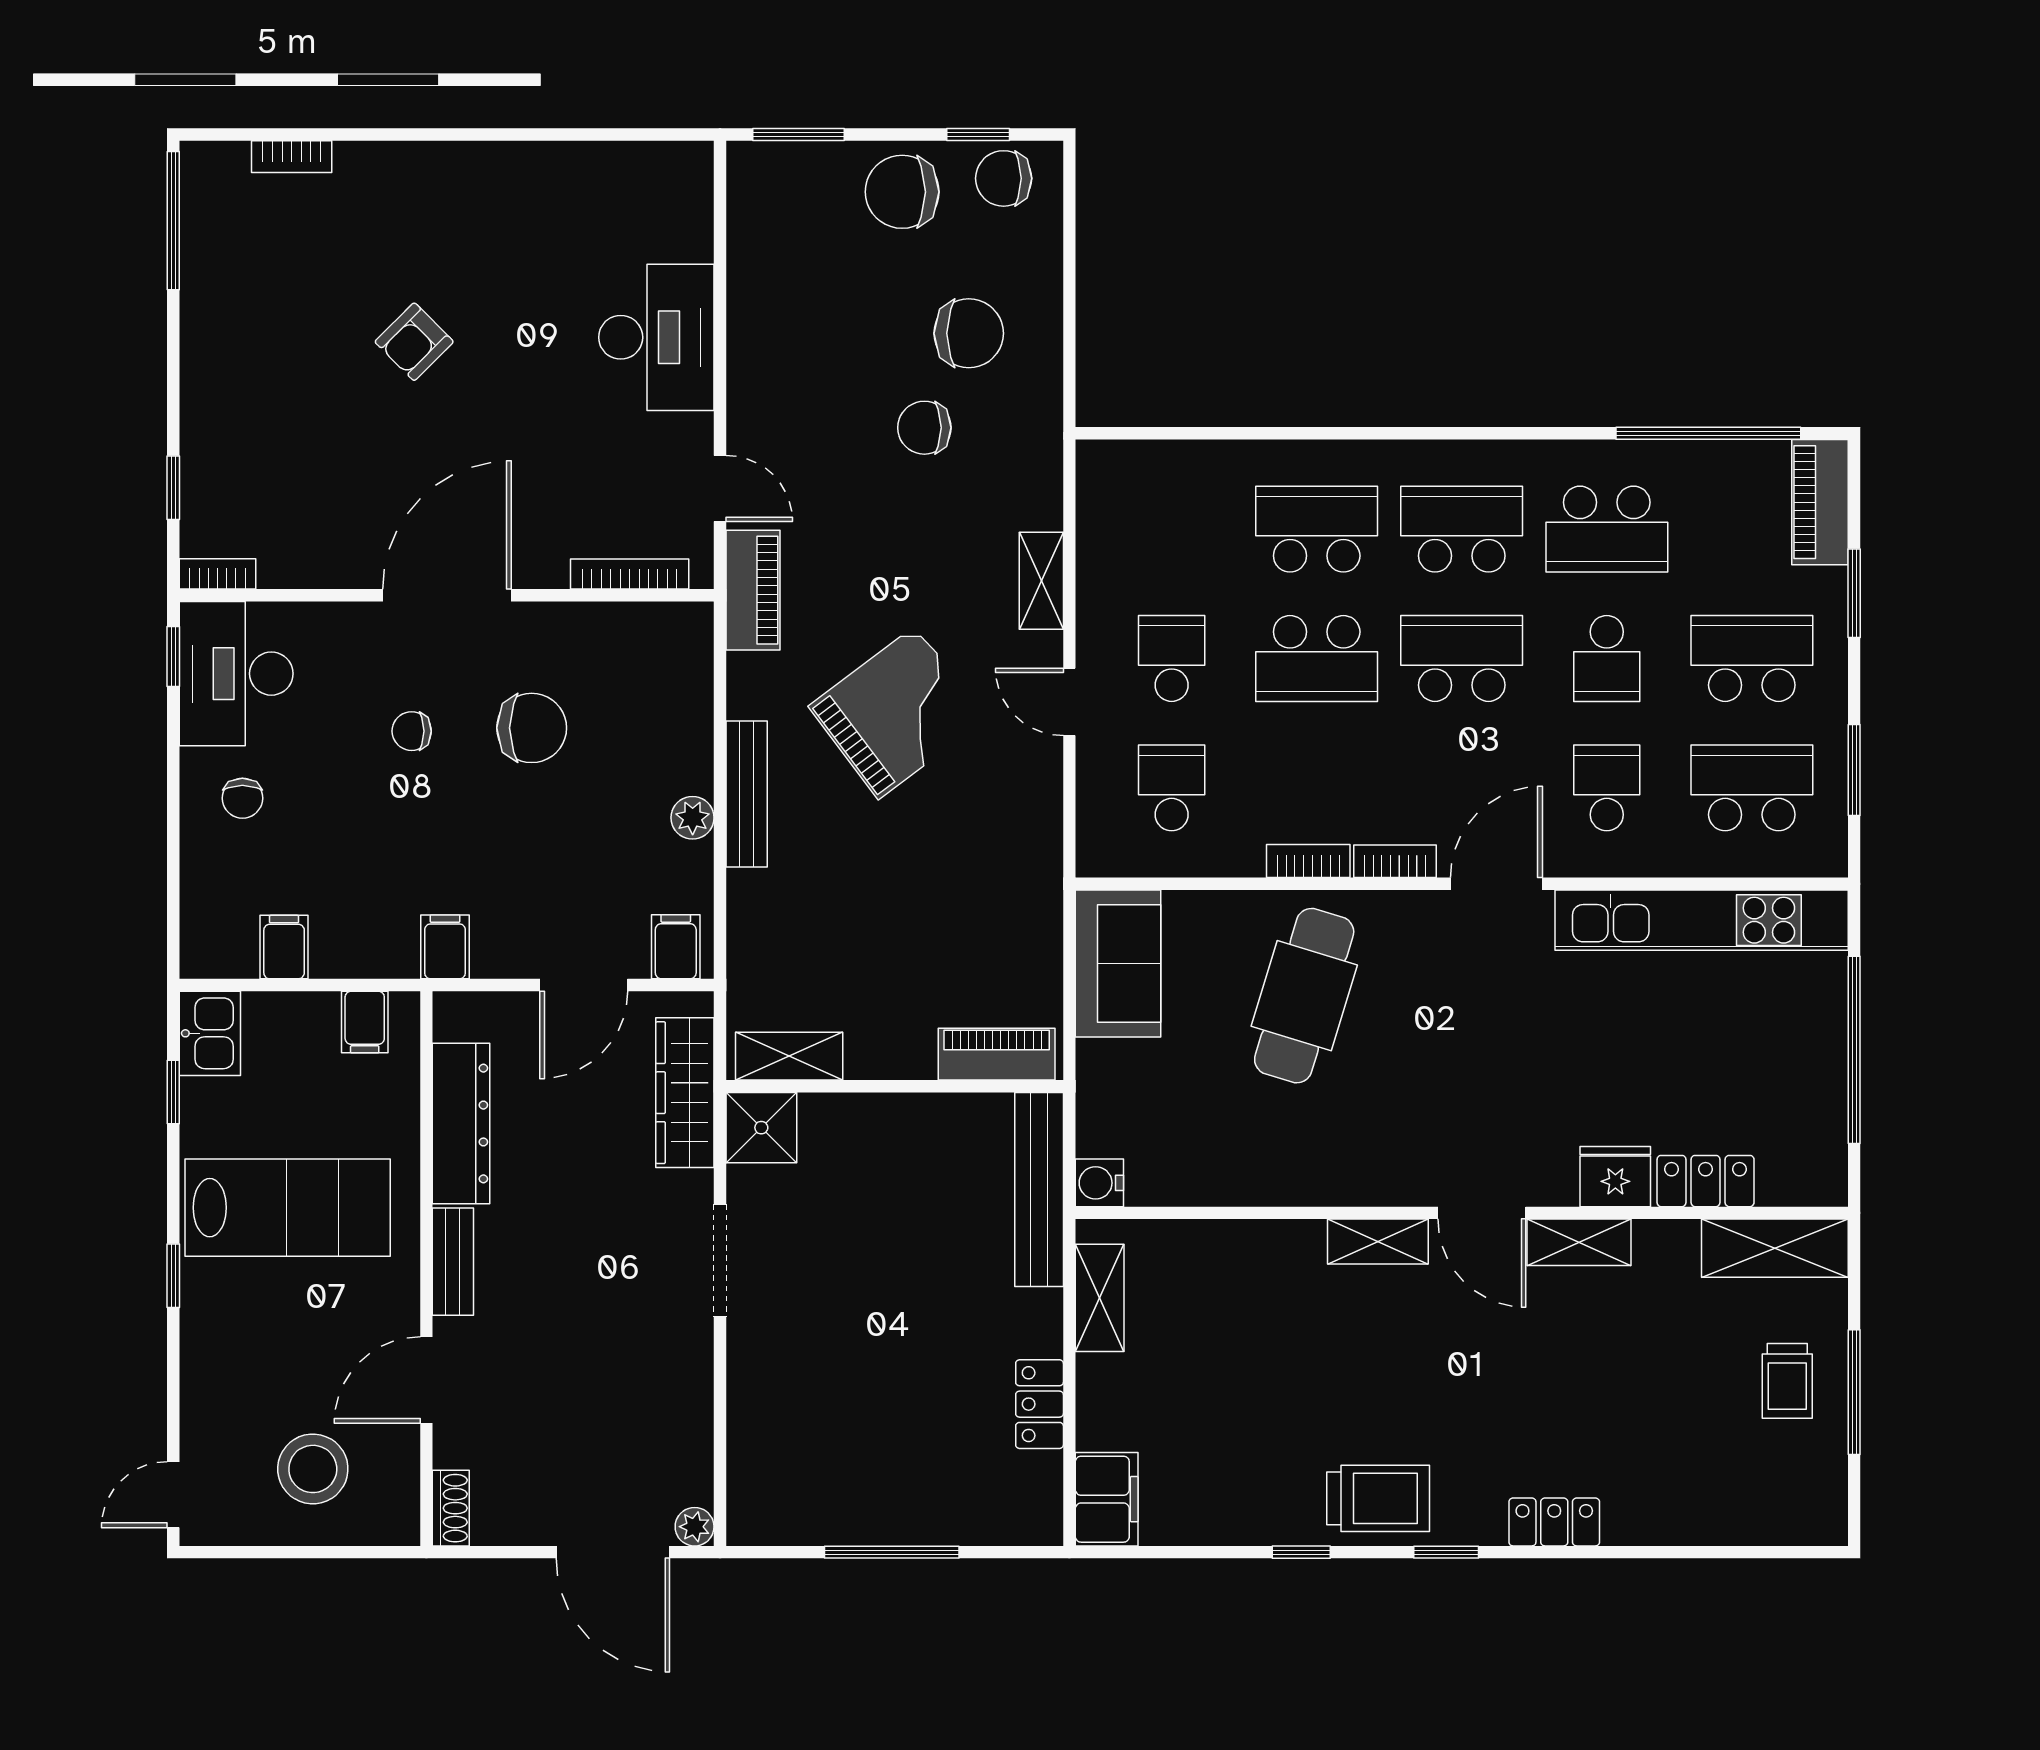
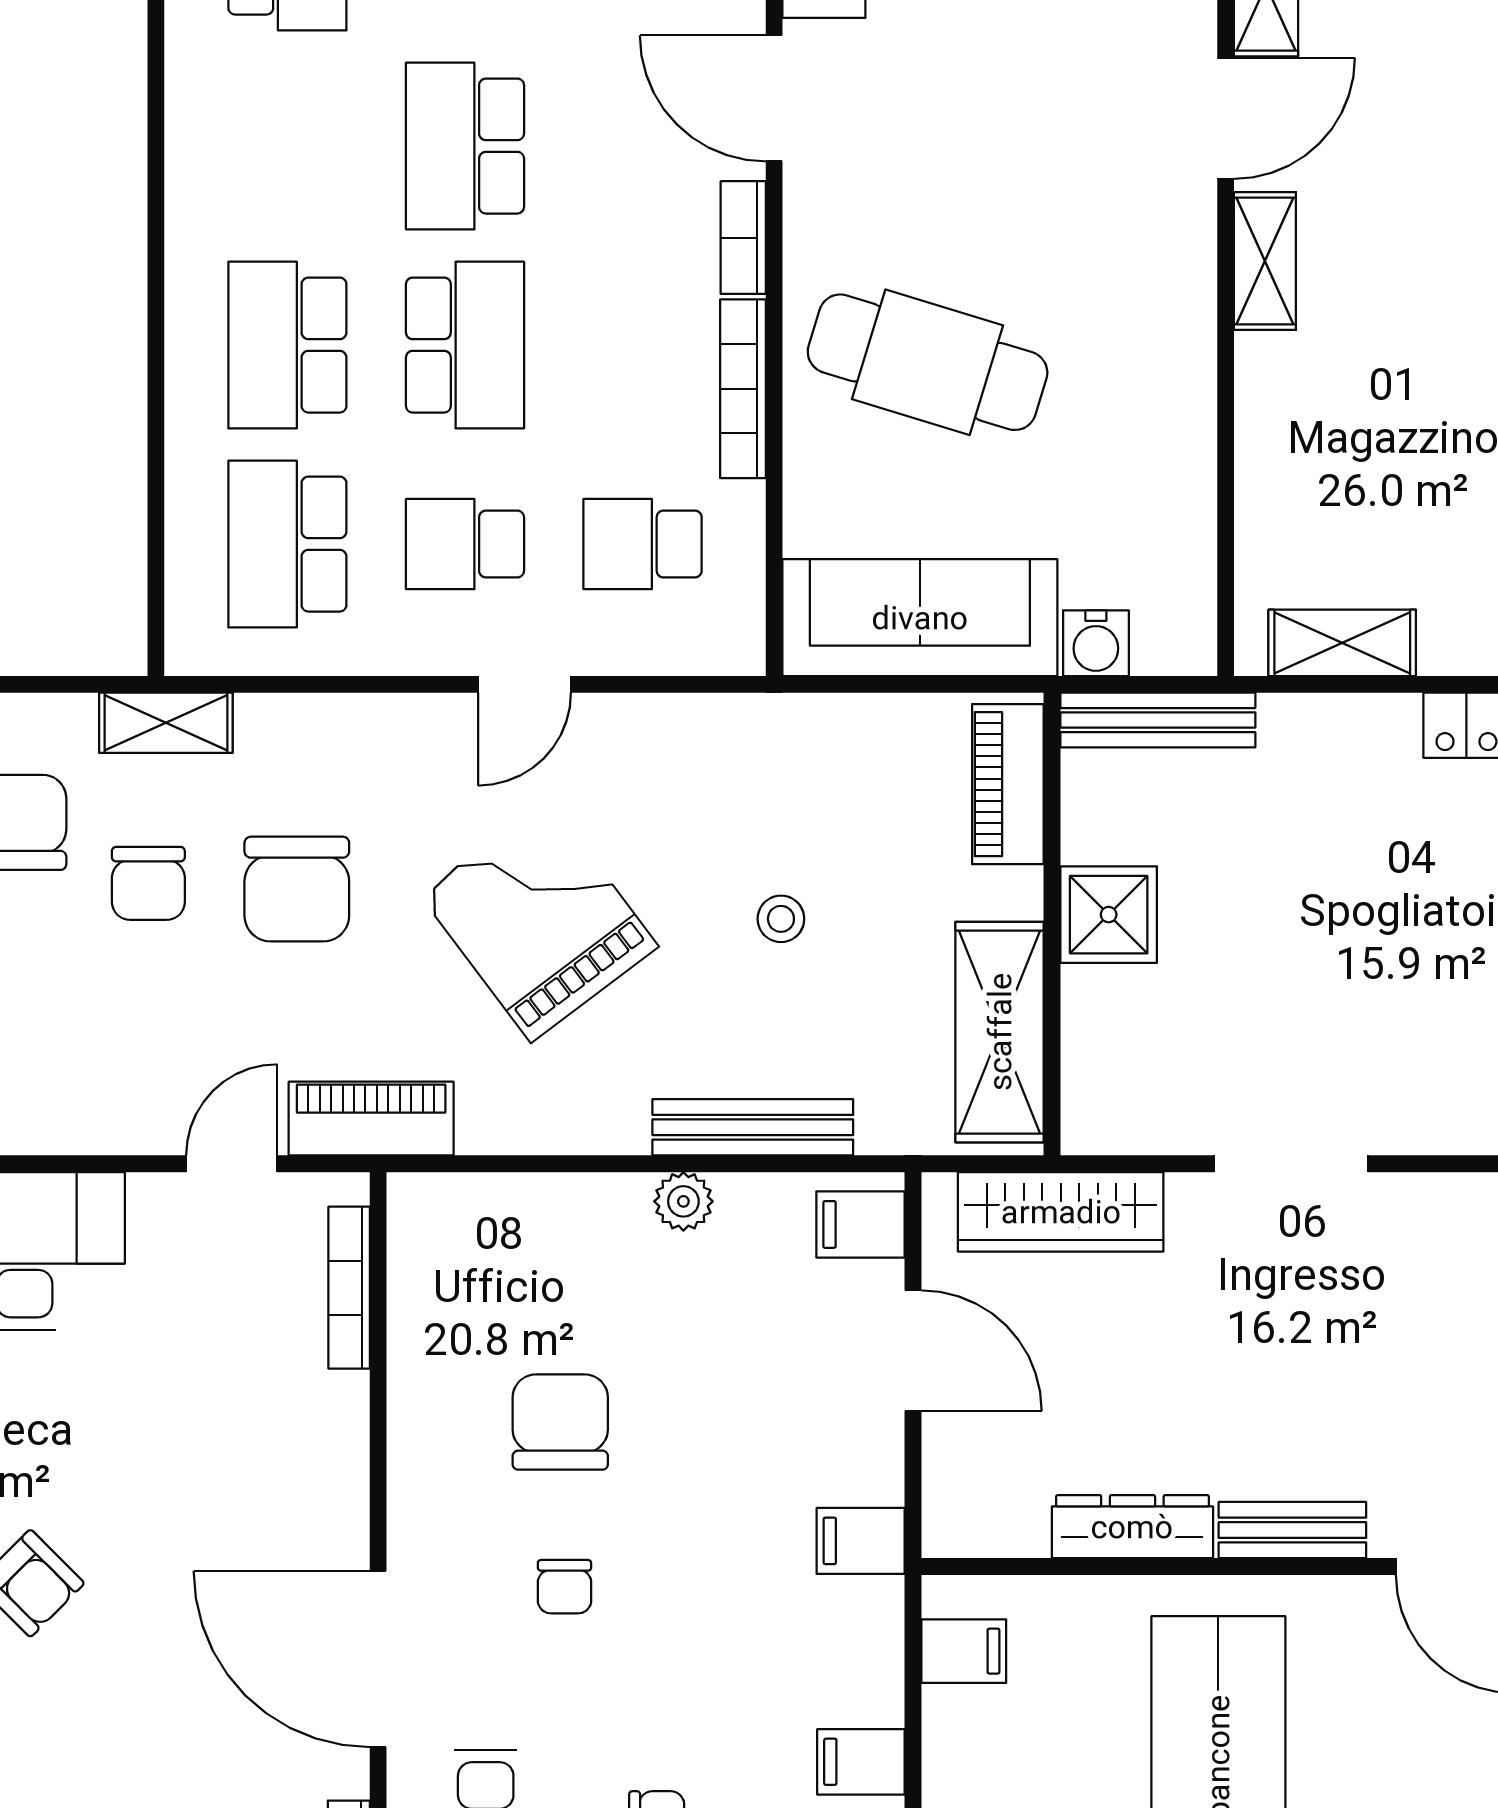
school desk: (1462, 529) -> (287, 544), moved
chair: (920, 536) -> (297, 889), added
shelving: (1041, 581) -> (166, 723), moved
door: (447, 595) -> (378, 1659), moved
bench: (747, 794) -> (753, 1127), moved
bookcase: (1308, 861) -> (743, 389), width x1.56
stool: (898, 889) -> (781, 919), added
sofa: (1118, 964) -> (920, 618), width x1.36
shelving: (789, 1056) -> (1000, 1032), width x1.50, depth x1.33
dresser: (461, 1124) -> (1132, 1527), width x0.73, depth x0.80
shower: (761, 1128) -> (1109, 915), moved
water cooler: (1099, 1183) -> (1096, 643), moved
bench: (1039, 1190) -> (1158, 720), width x0.73, depth x0.82

